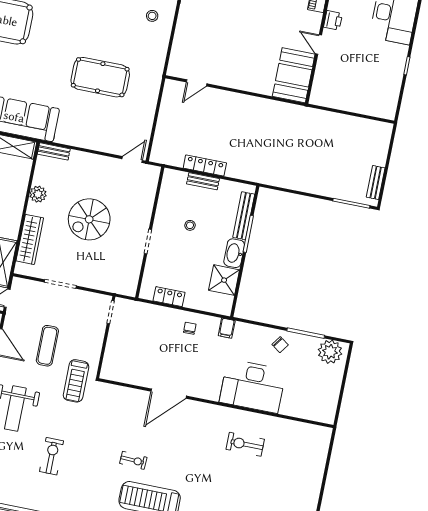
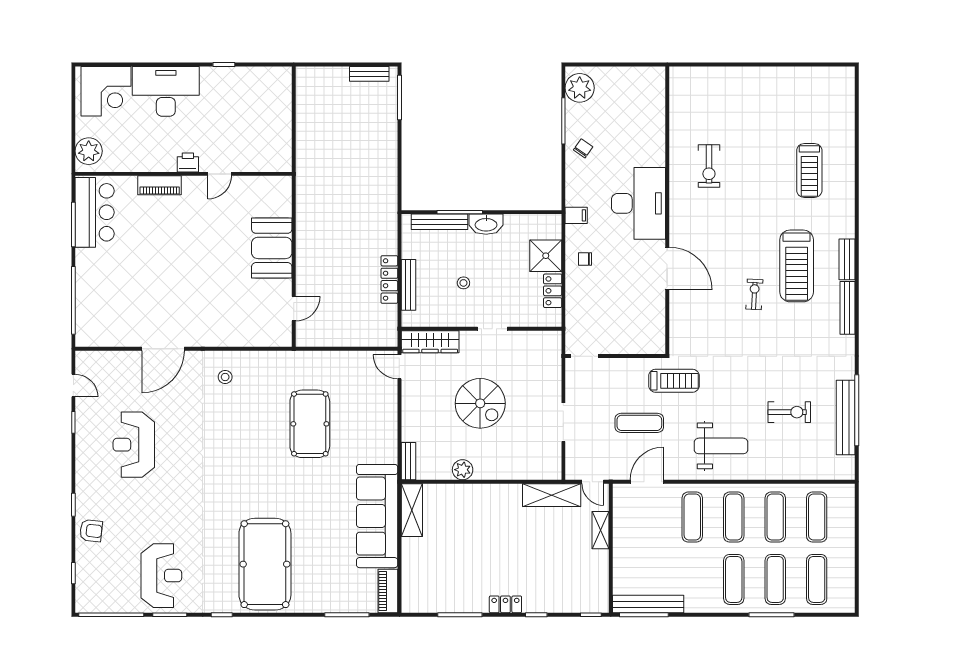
booth: (294, 75) -> (272, 248), moved, turned 90
door: (197, 83) -> (294, 309), hinge flipped
bench: (203, 181) -> (408, 285), width x1.36
wardrobe: (30, 239) -> (430, 342), moved, turned 180
shower: (224, 280) -> (546, 256), moved
desk: (253, 386) -> (639, 203), moved
exercise bike: (52, 456) -> (789, 412), moved, turned 180

